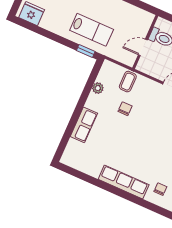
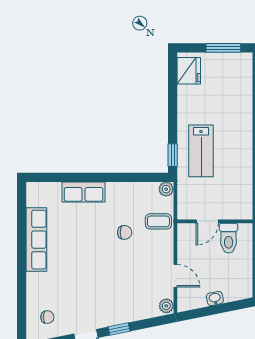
door: (143, 47) -> (207, 221), swing flipped
plant: (98, 88) -> (166, 189), moved
row of seats: (124, 182) -> (36, 240), moved

